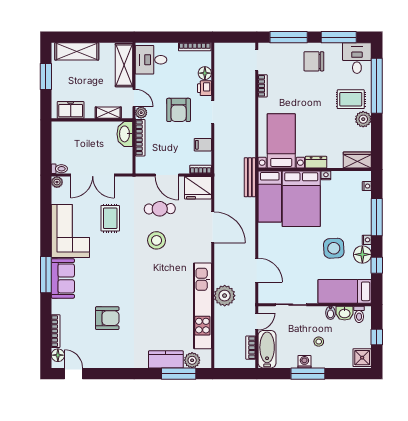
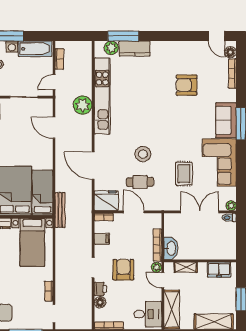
bathtub: (267, 349) -> (35, 49), moved, turned -90

